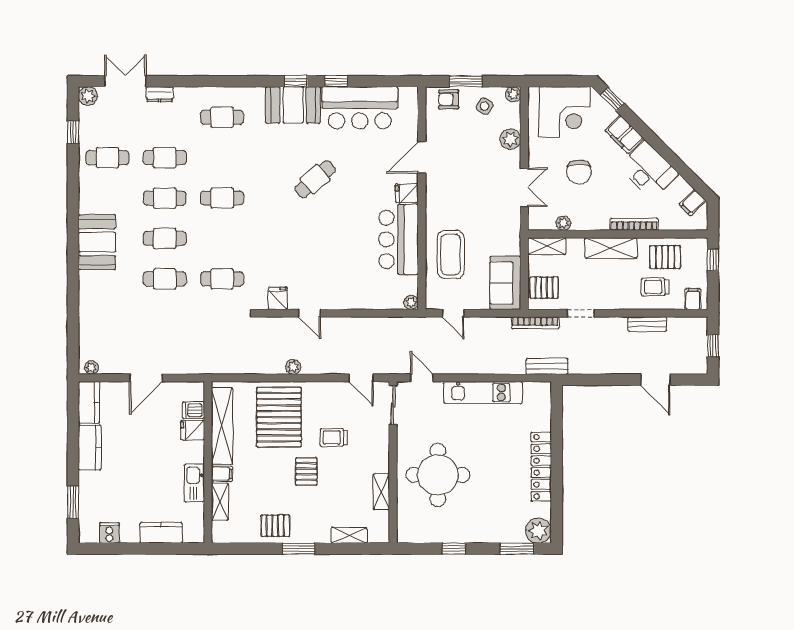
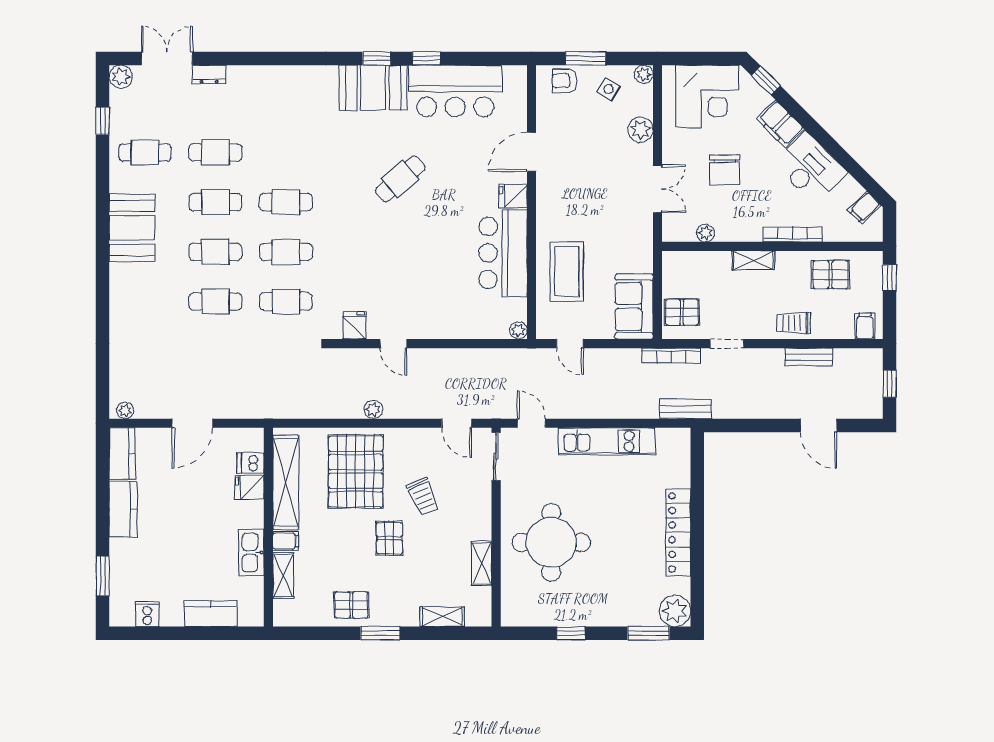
cafe table: (222, 117) -> (286, 252), moved
booth: (97, 242) -> (132, 228), moved
shelving: (547, 246) -> (685, 261), removed
shelving: (611, 248) -> (753, 260), width x0.67, depth x0.75
trolley: (655, 287) -> (794, 323), moved
trolley: (334, 438) -> (423, 497), turned -114

